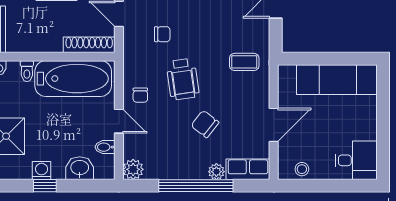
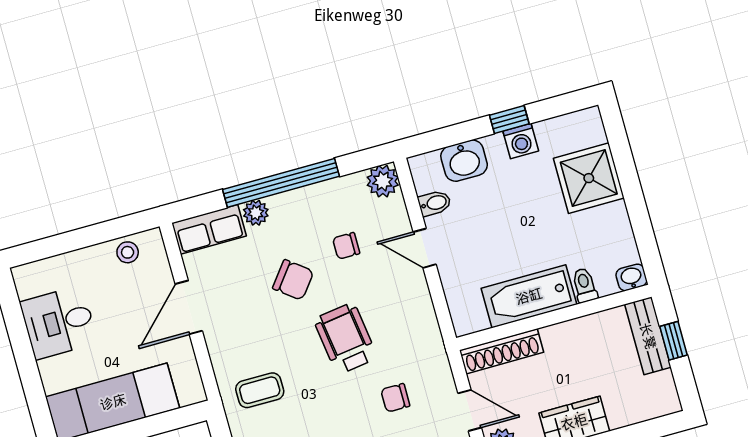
bathtub: (73, 79) -> (529, 296), width x0.73, depth x0.73
chair: (140, 95) -> (346, 246), moved, turned -90
desk: (356, 160) -> (59, 322), moved

